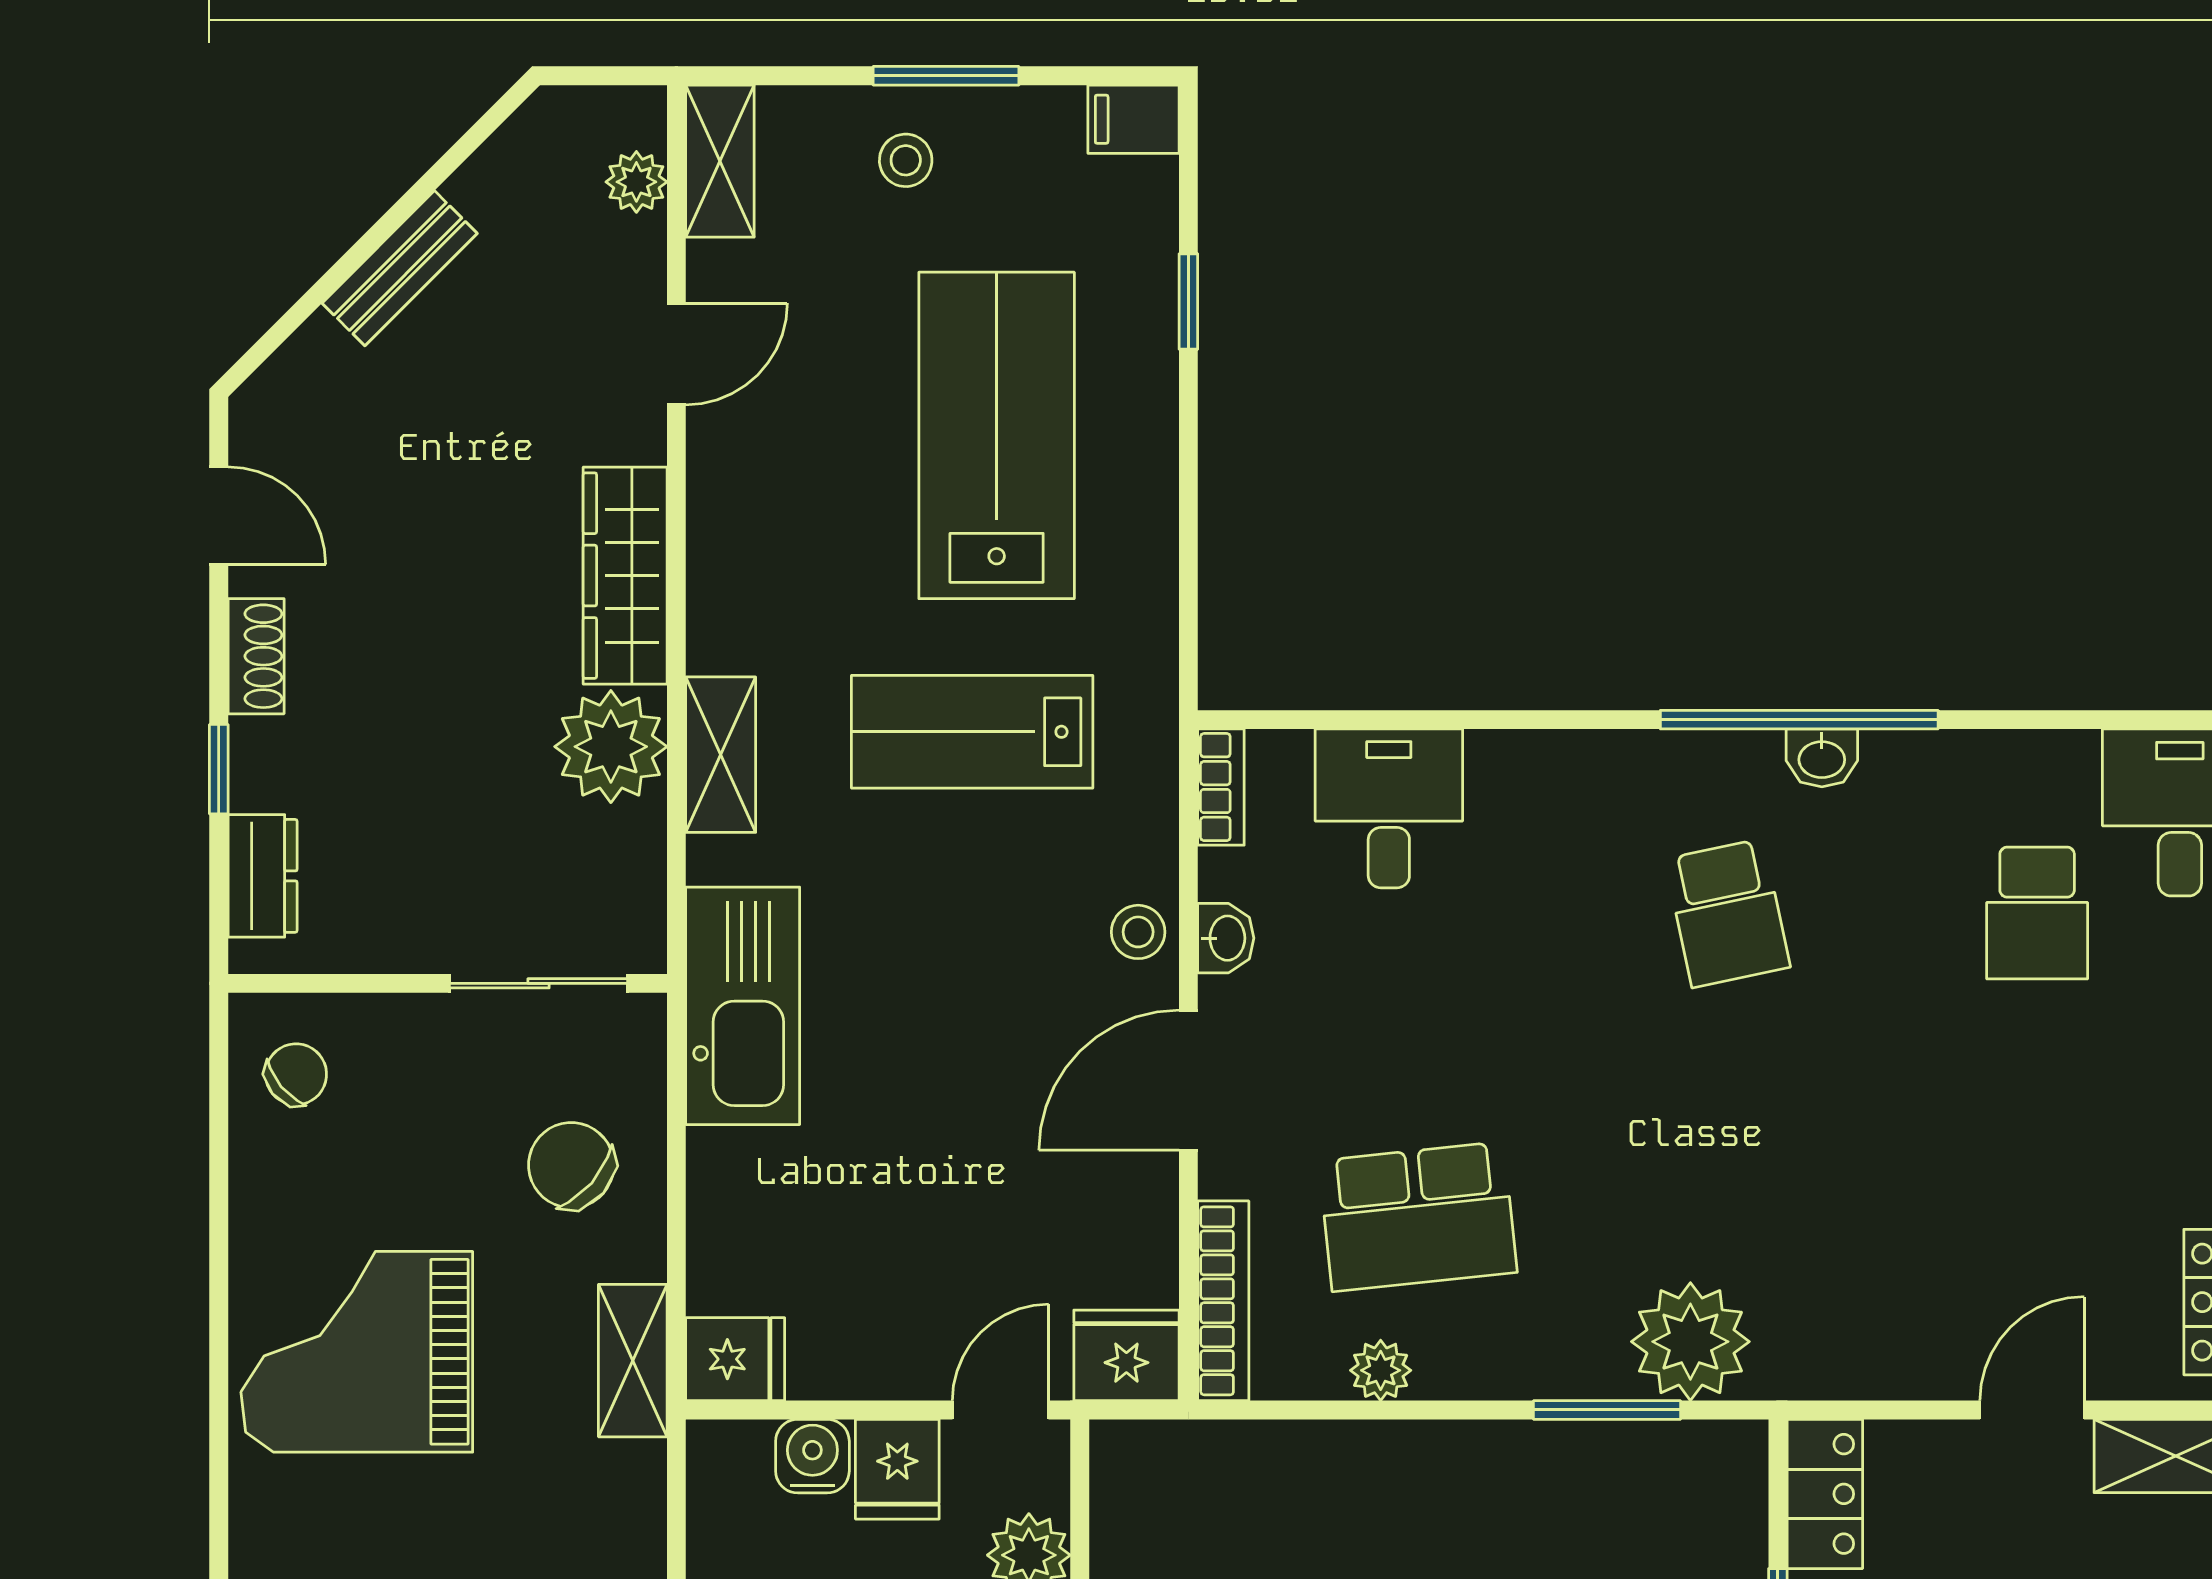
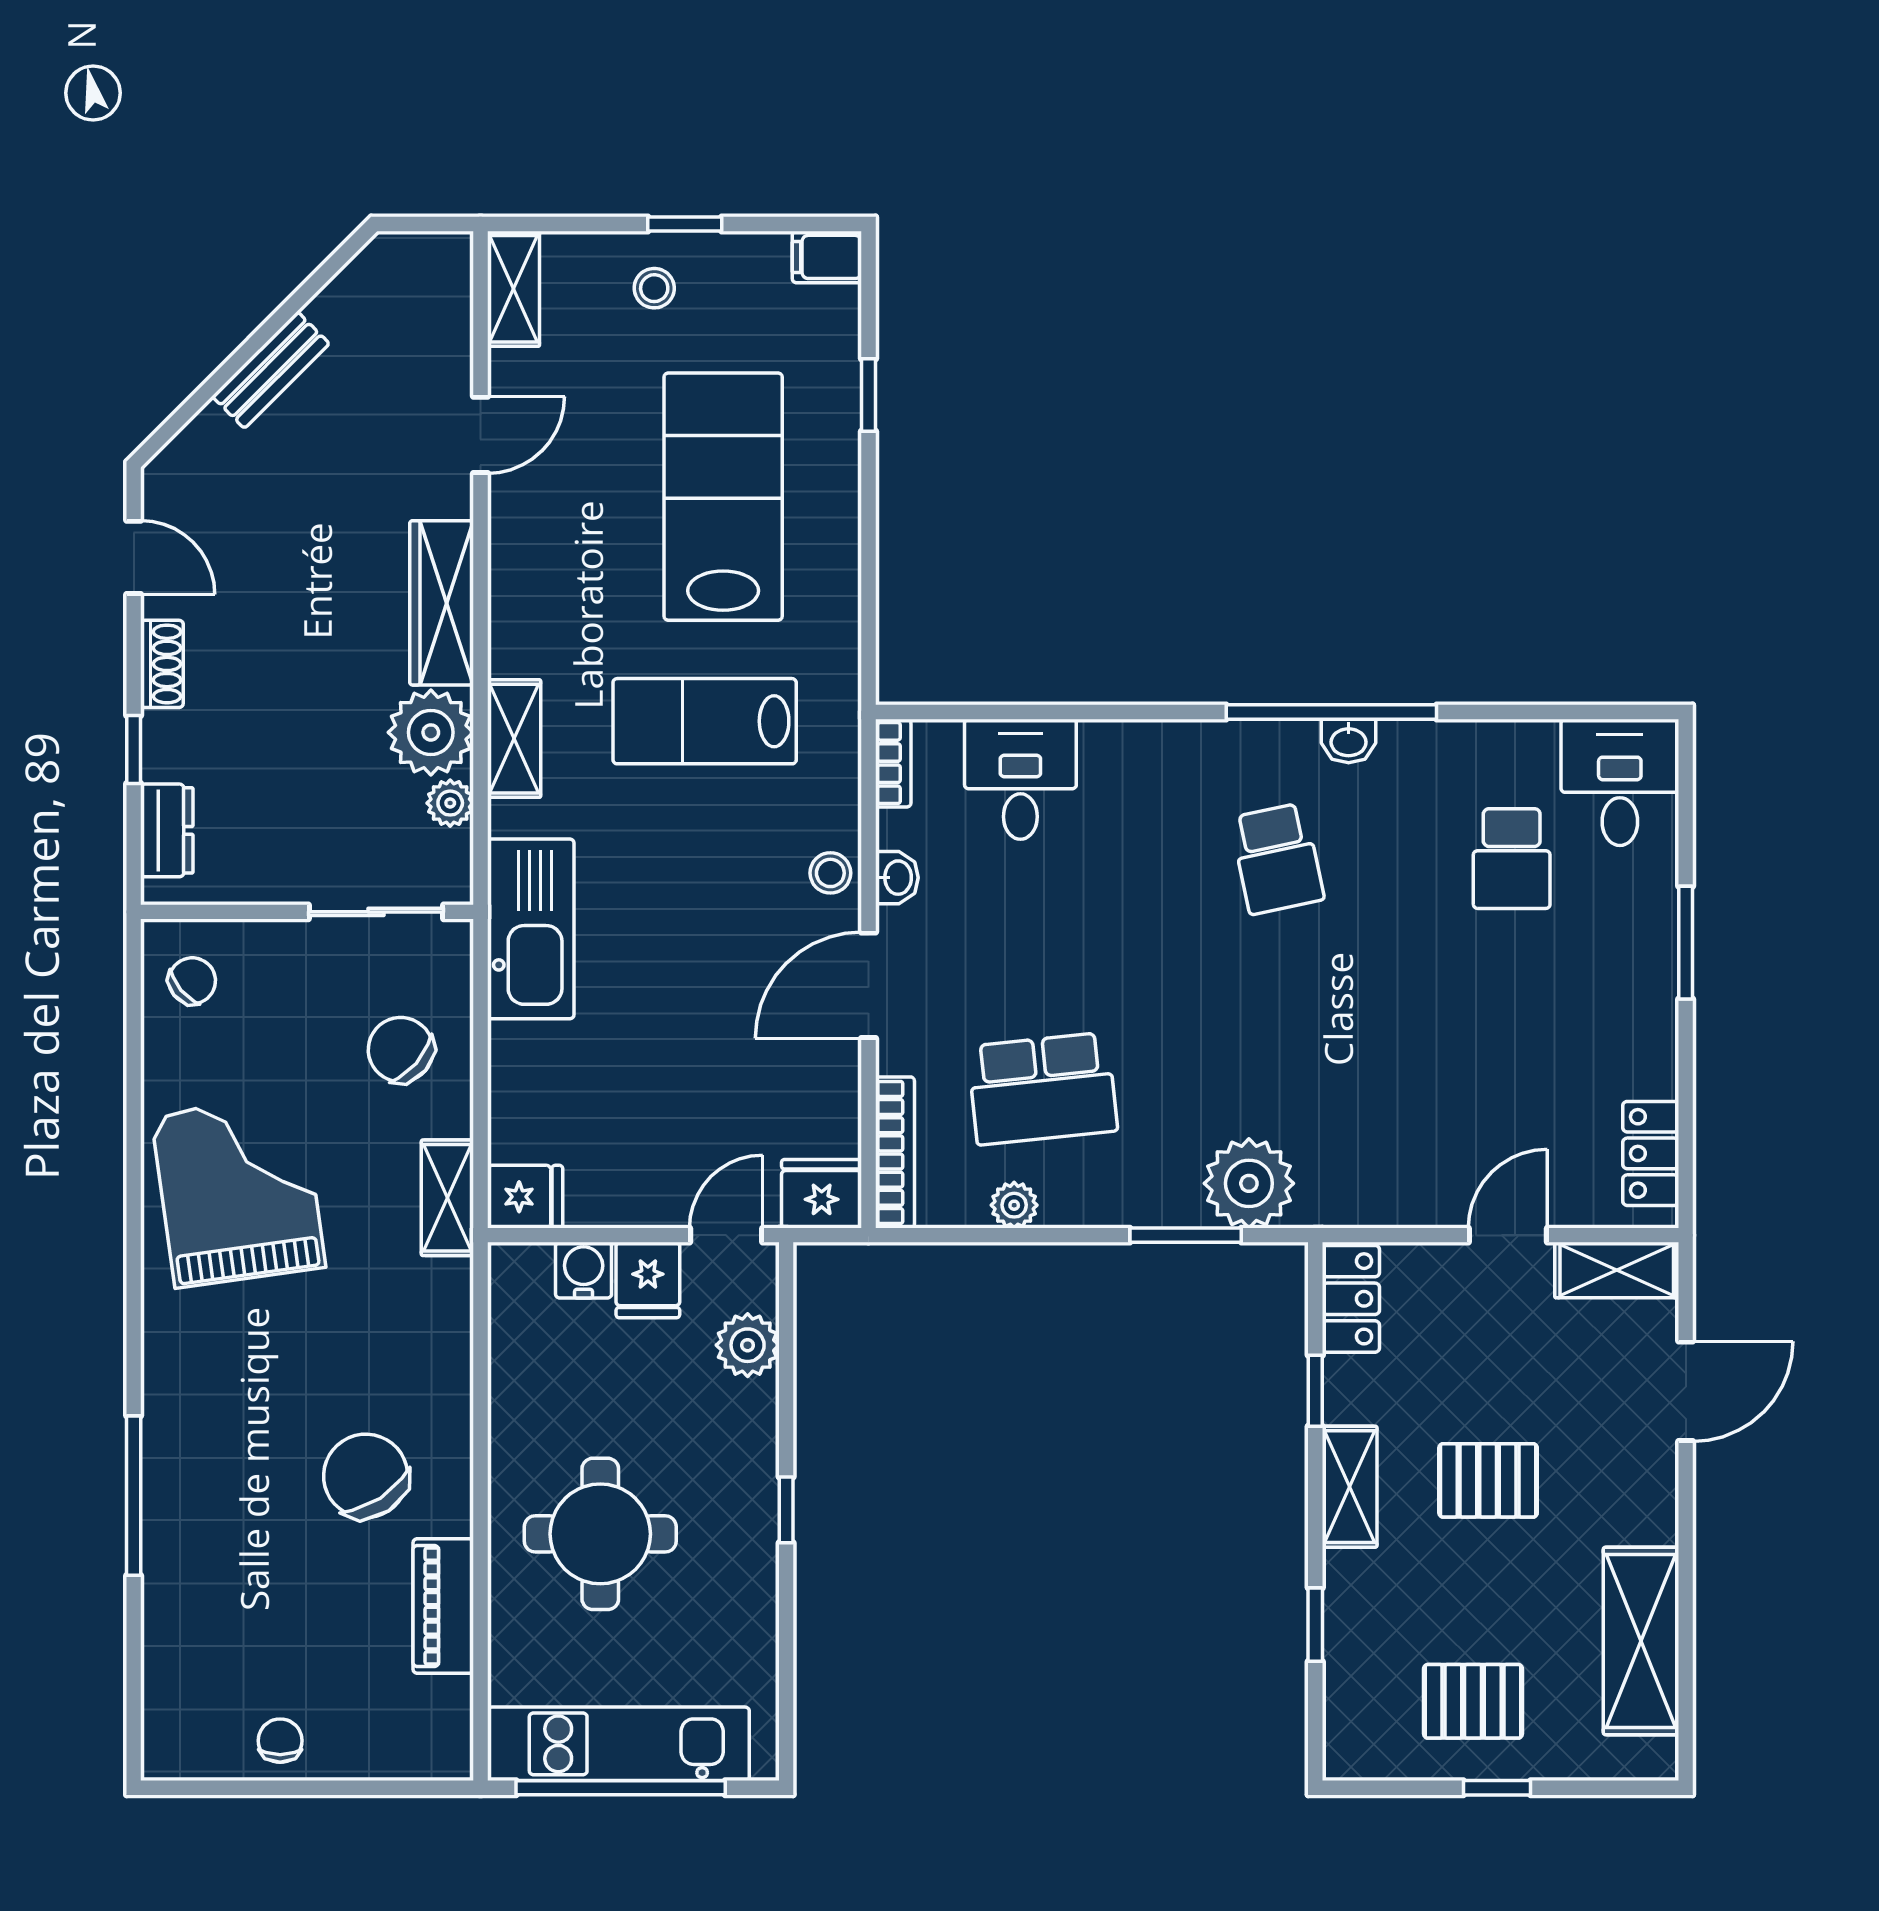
window: (946, 76) -> (685, 224), width x0.67
plant: (636, 182) -> (450, 803), moved
grand piano: (357, 1352) -> (238, 1191), turned 82

